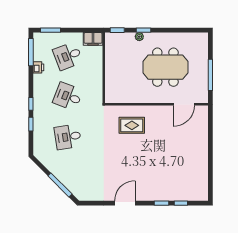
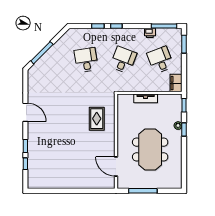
tv unit: (110, 72) -> (146, 98), added

